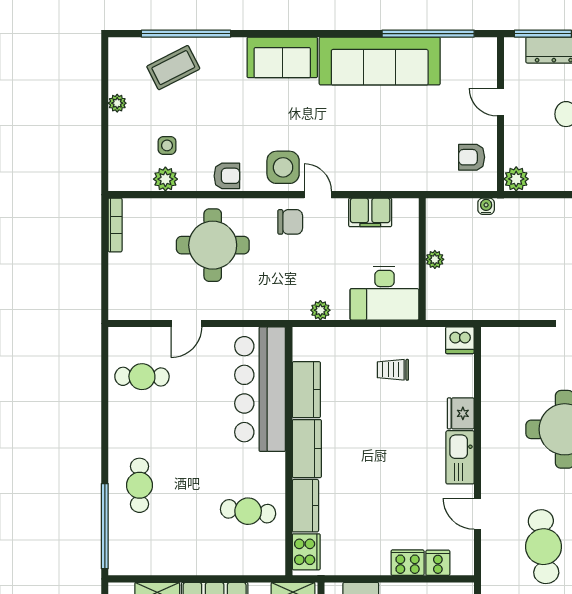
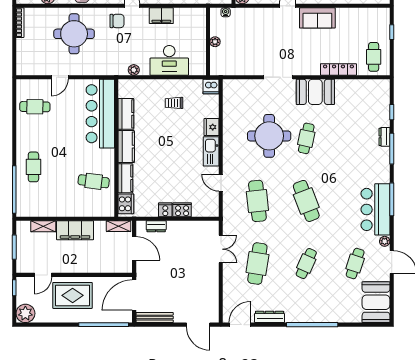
wall: (422, 259) -> (208, 42), moved
plant: (435, 259) -> (215, 42), moved
cooker: (438, 563) -> (165, 210), moved

